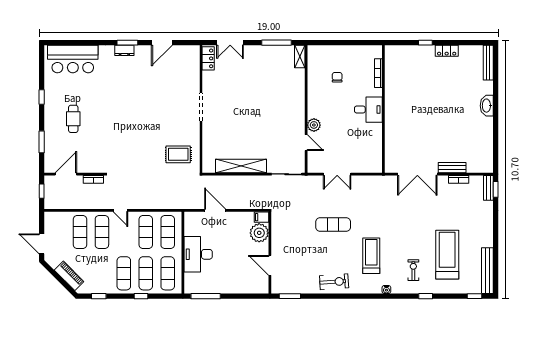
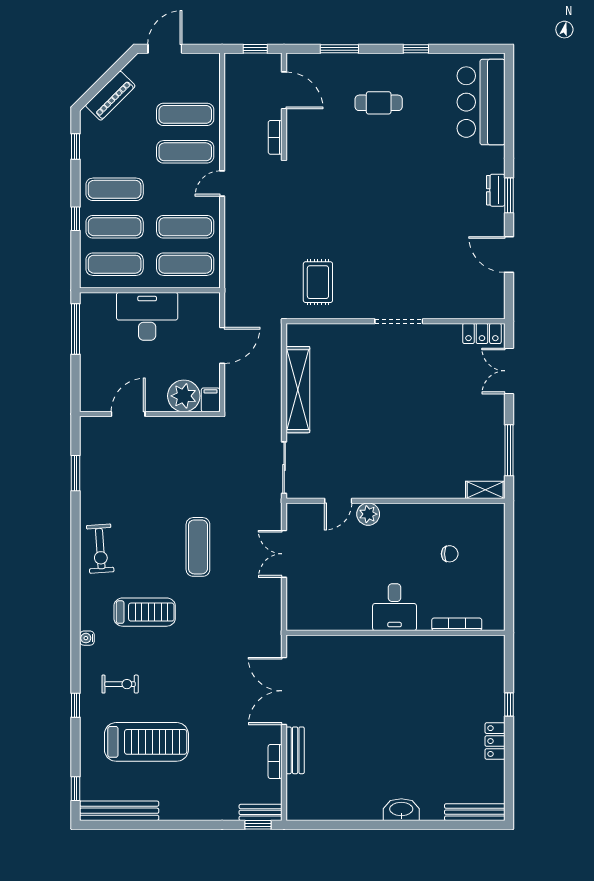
filing cabinet: (262, 217) -> (211, 400), moved
plant: (259, 233) -> (184, 396), moved
wall: (270, 253) -> (150, 414), moved
door: (270, 265) -> (128, 414), moved

